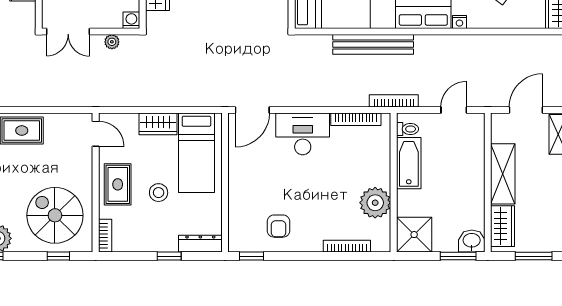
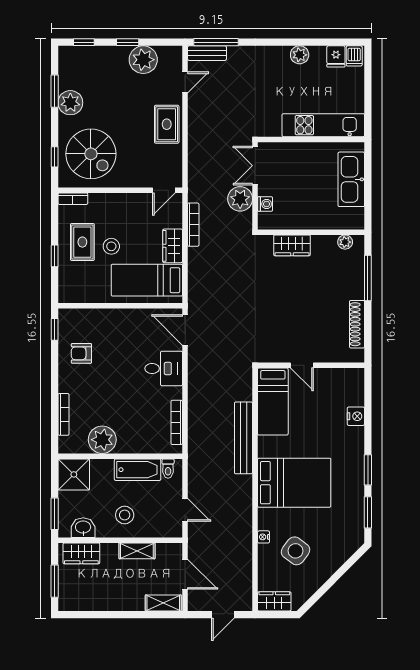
washing machine: (131, 20) -> (265, 204), moved
nightstand: (459, 22) -> (264, 537), moved
plant: (112, 42) -> (240, 199), width x1.88, depth x1.88
bookcase: (394, 101) -> (193, 225), moved
desk: (303, 134) -> (164, 368), width x0.73
shelving: (503, 174) -> (137, 551), width x0.67, depth x0.75
stool: (460, 178) -> (125, 515), added
rug: (118, 184) -> (82, 242), moved, turned 90
spiral stairs: (55, 215) -> (91, 154), turned 90
washbasin: (472, 241) -> (83, 528), moved, turned -90
dresser: (200, 244) -> (66, 284), removed

